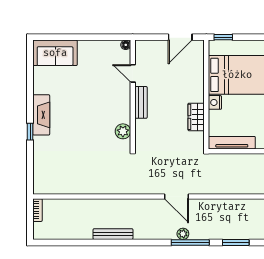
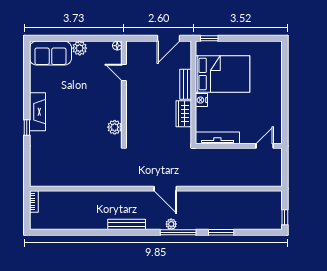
plant: (86, 48) -> (80, 48), added
bench: (141, 102) -> (186, 84), moved
bench: (113, 234) -> (127, 224), moved

